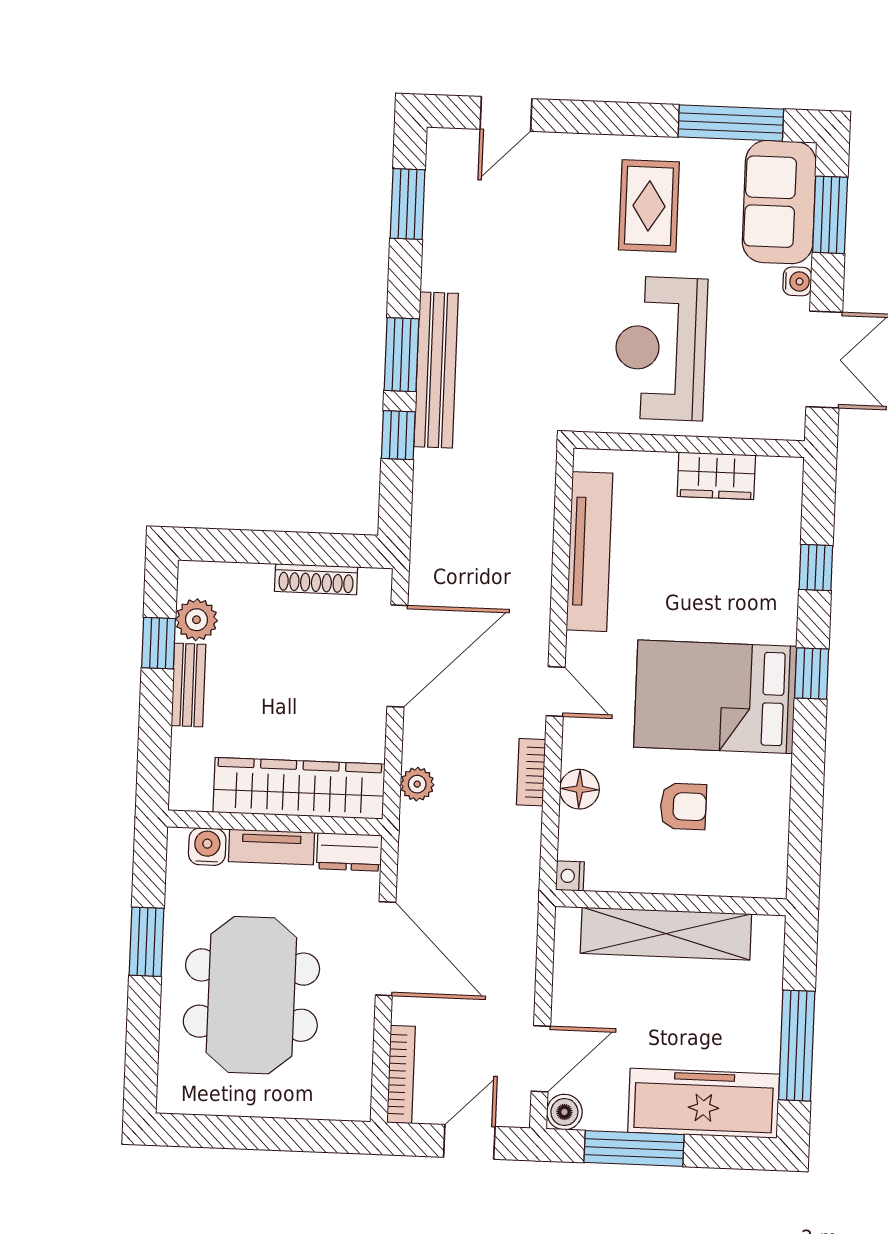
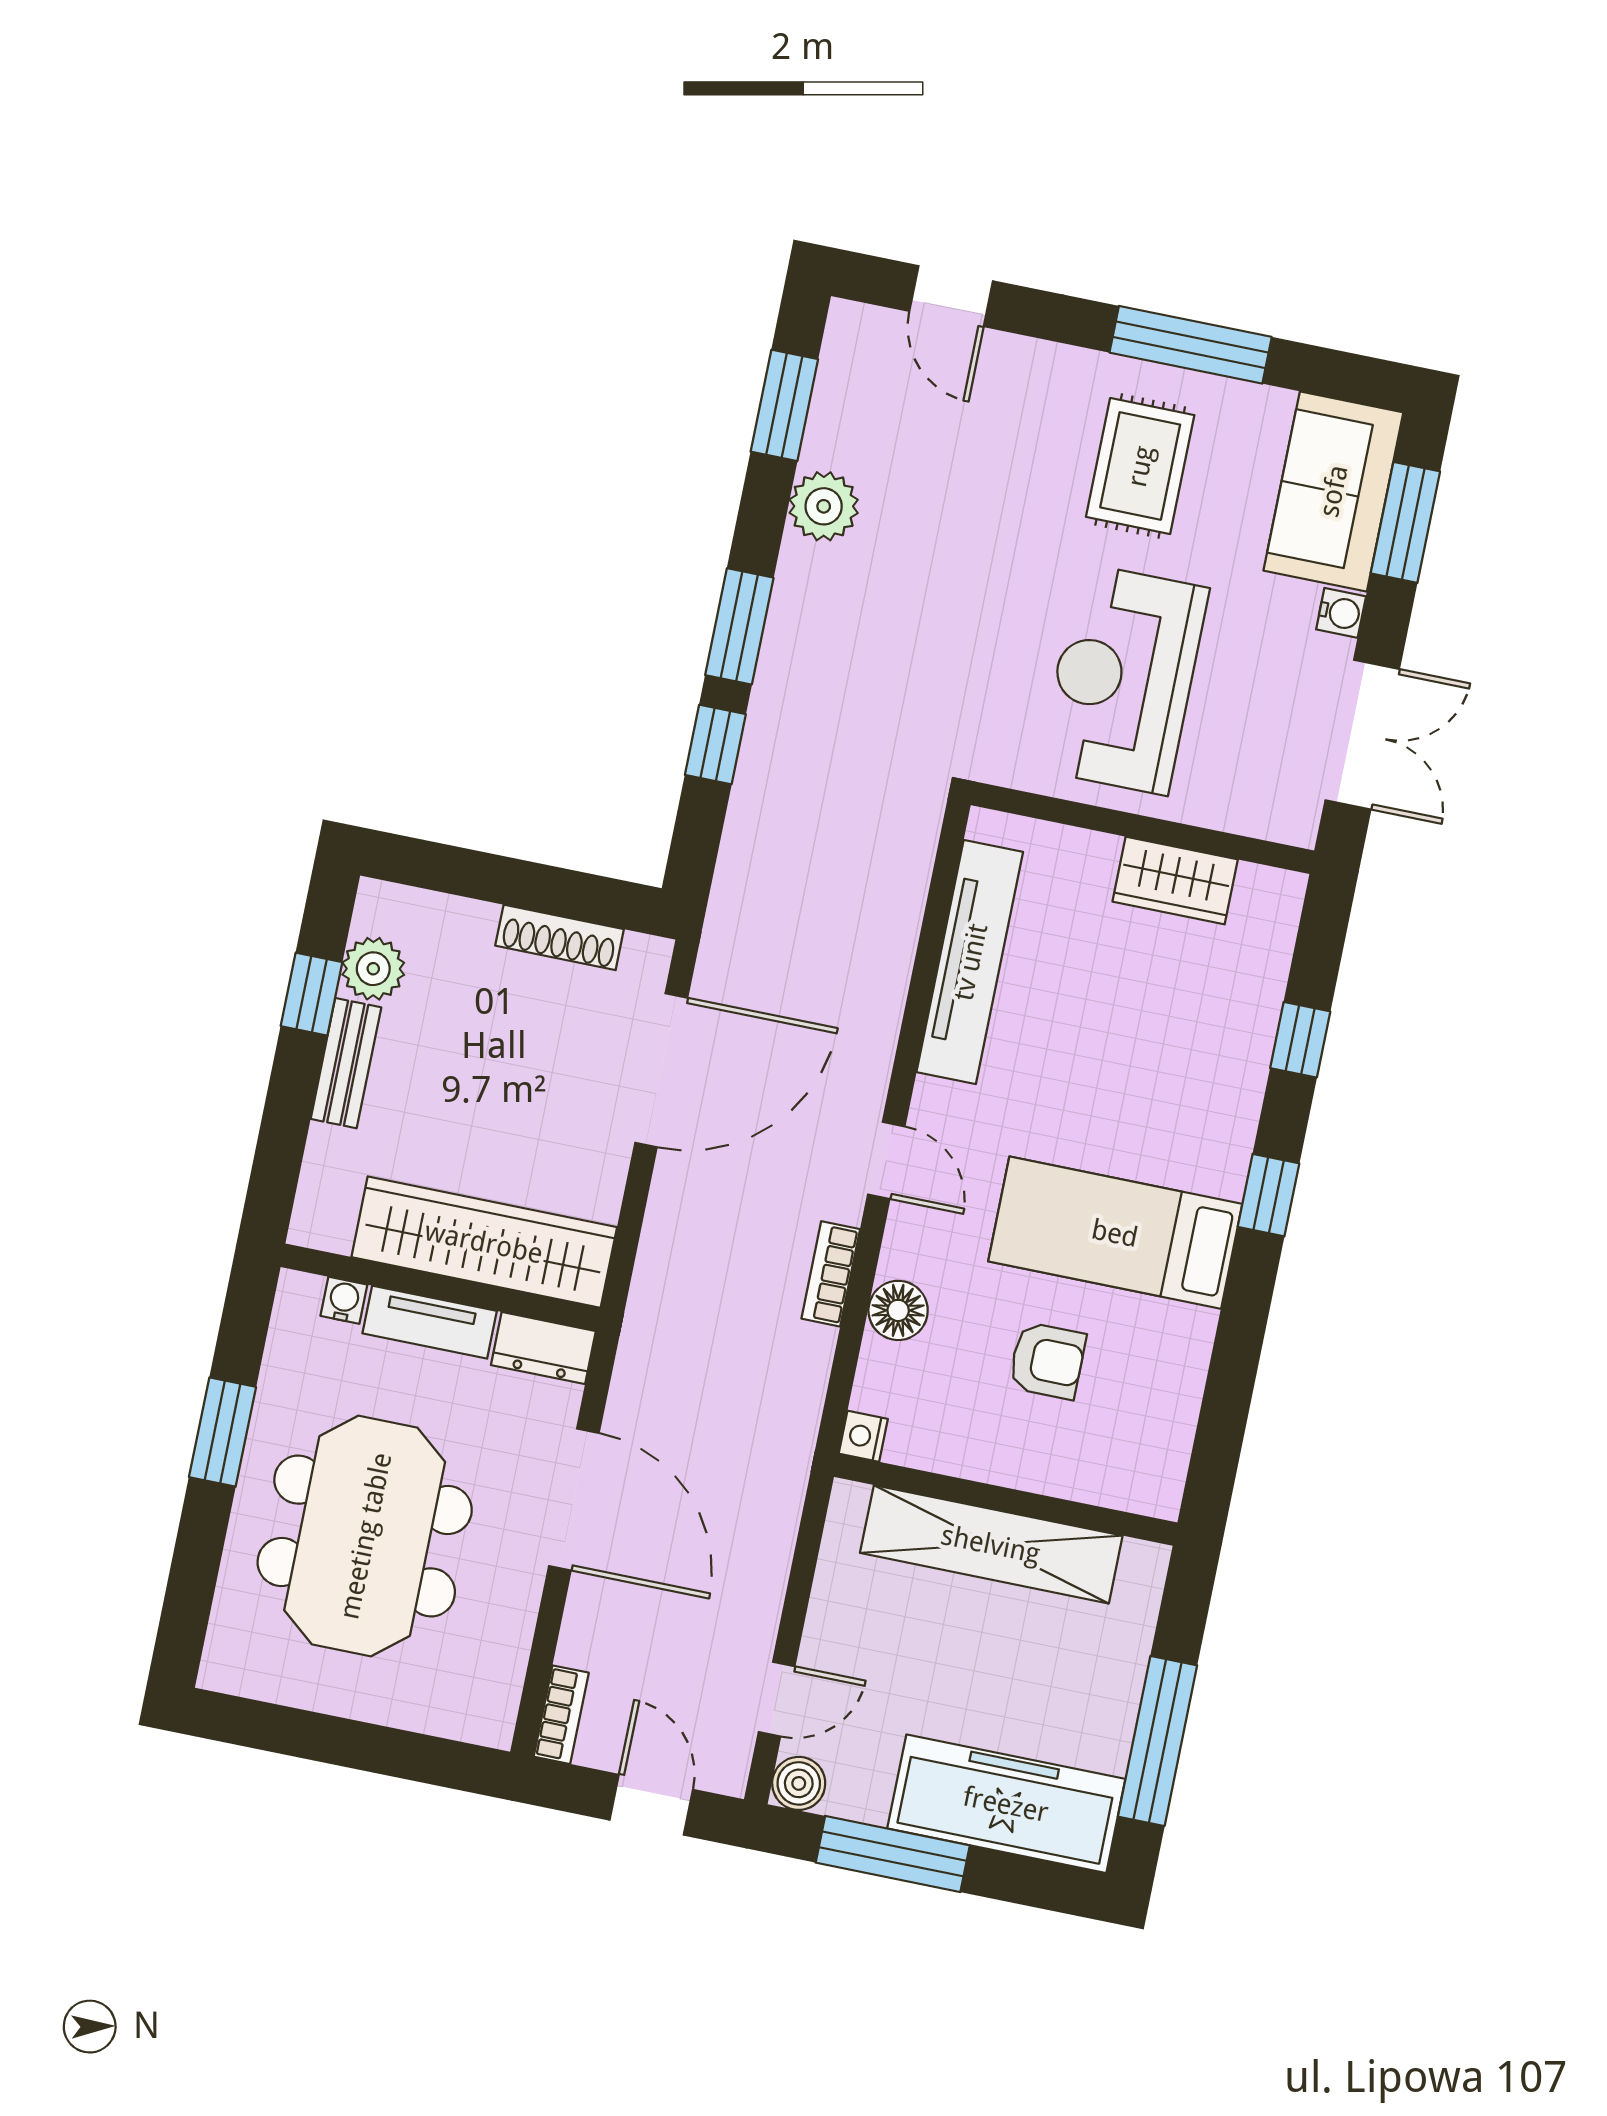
door: (506, 114) -> (951, 296), hinge flipped
window: (731, 123) -> (1191, 345), moved
bench: (436, 370) -> (787, 657), removed
bed: (715, 697) -> (1115, 1233), width x0.67
plant: (417, 784) -> (824, 506), moved, width x1.38, depth x1.38
water cooler: (207, 847) -> (344, 1300), width x0.72, depth x0.72
door: (541, 1059) -> (777, 1699), width x0.73
bookcase: (401, 1074) -> (561, 1715), width x0.64
door: (469, 1142) -> (651, 1805), hinge flipped

